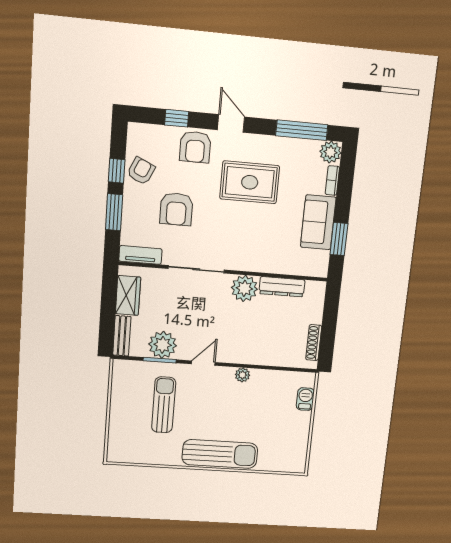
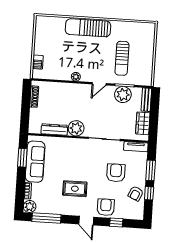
rug: (250, 182) -> (75, 189), width x0.73, depth x0.70
sofa: (318, 222) -> (35, 162), width x1.36

